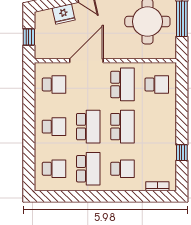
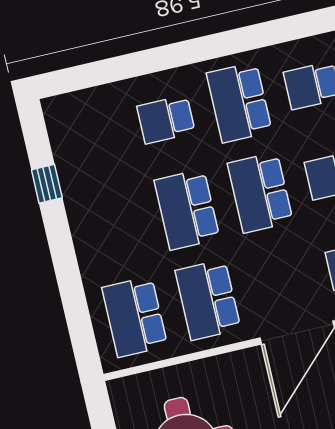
school desk: (157, 84) -> (135, 317), width x1.85
bookcase: (157, 186) -> (83, 99), removed

